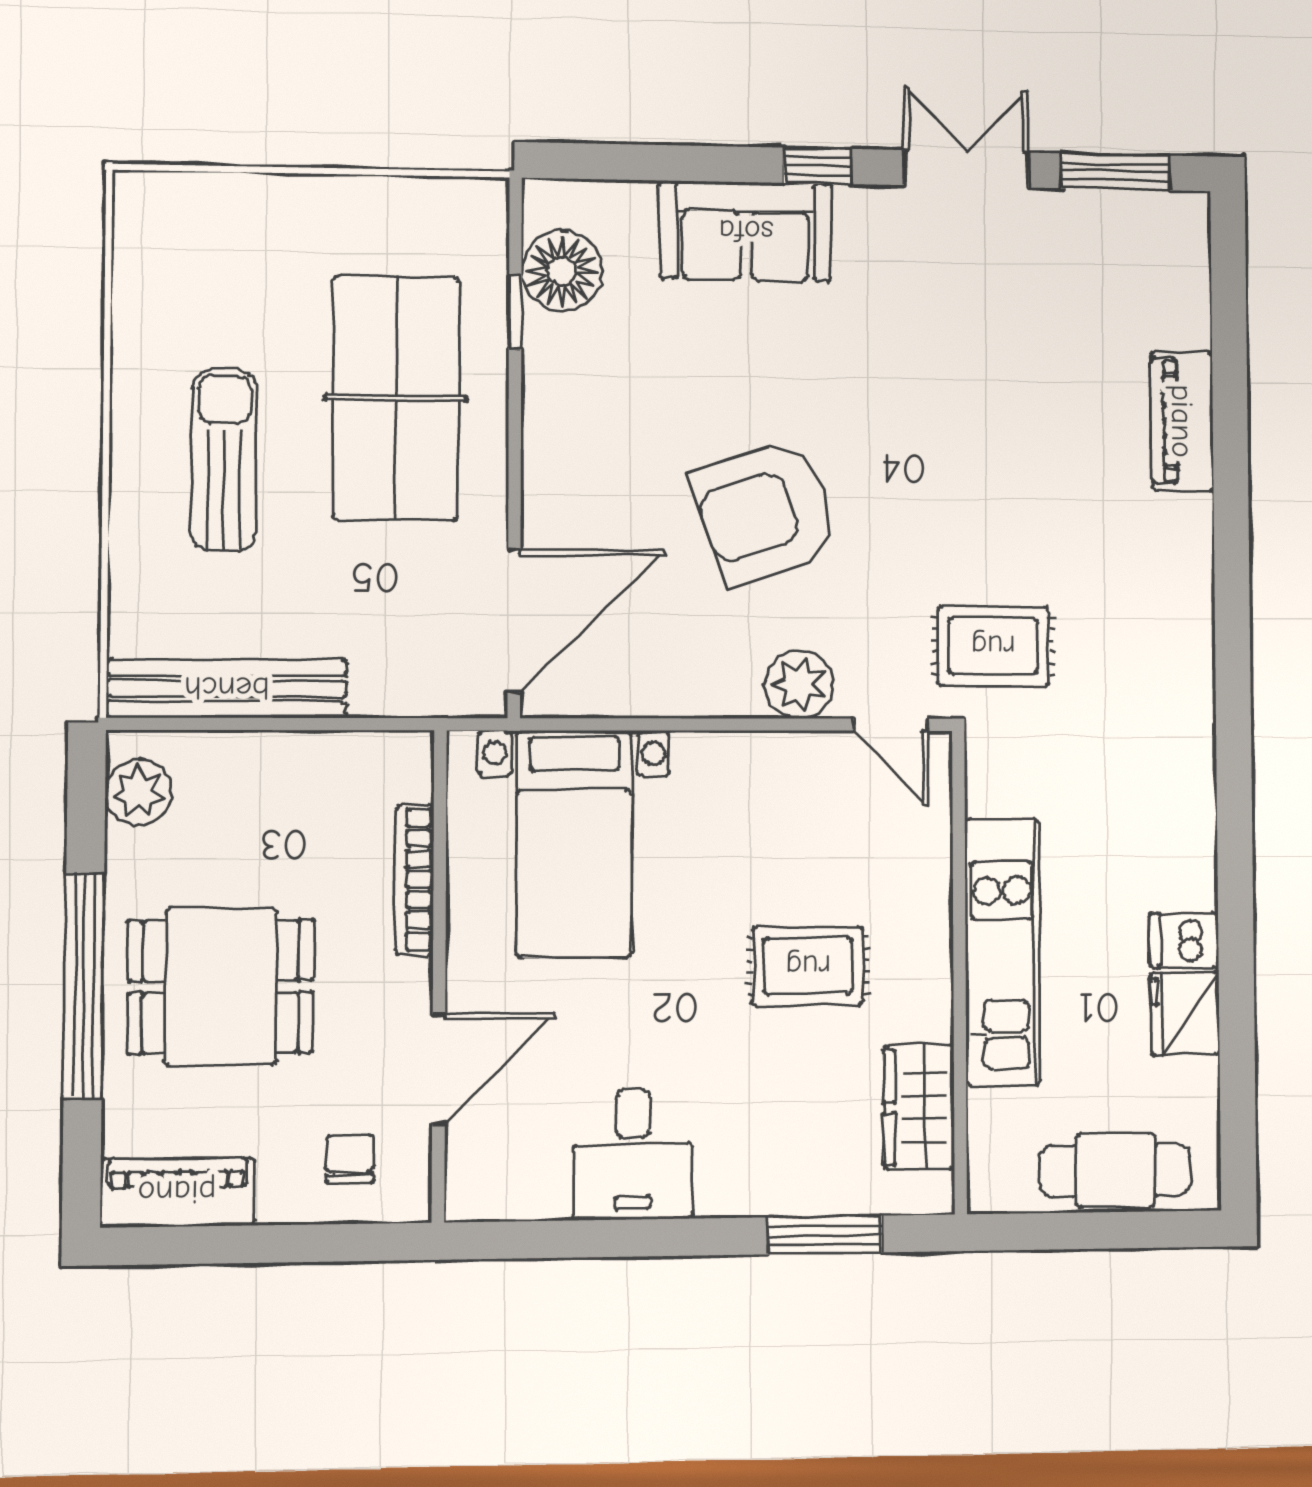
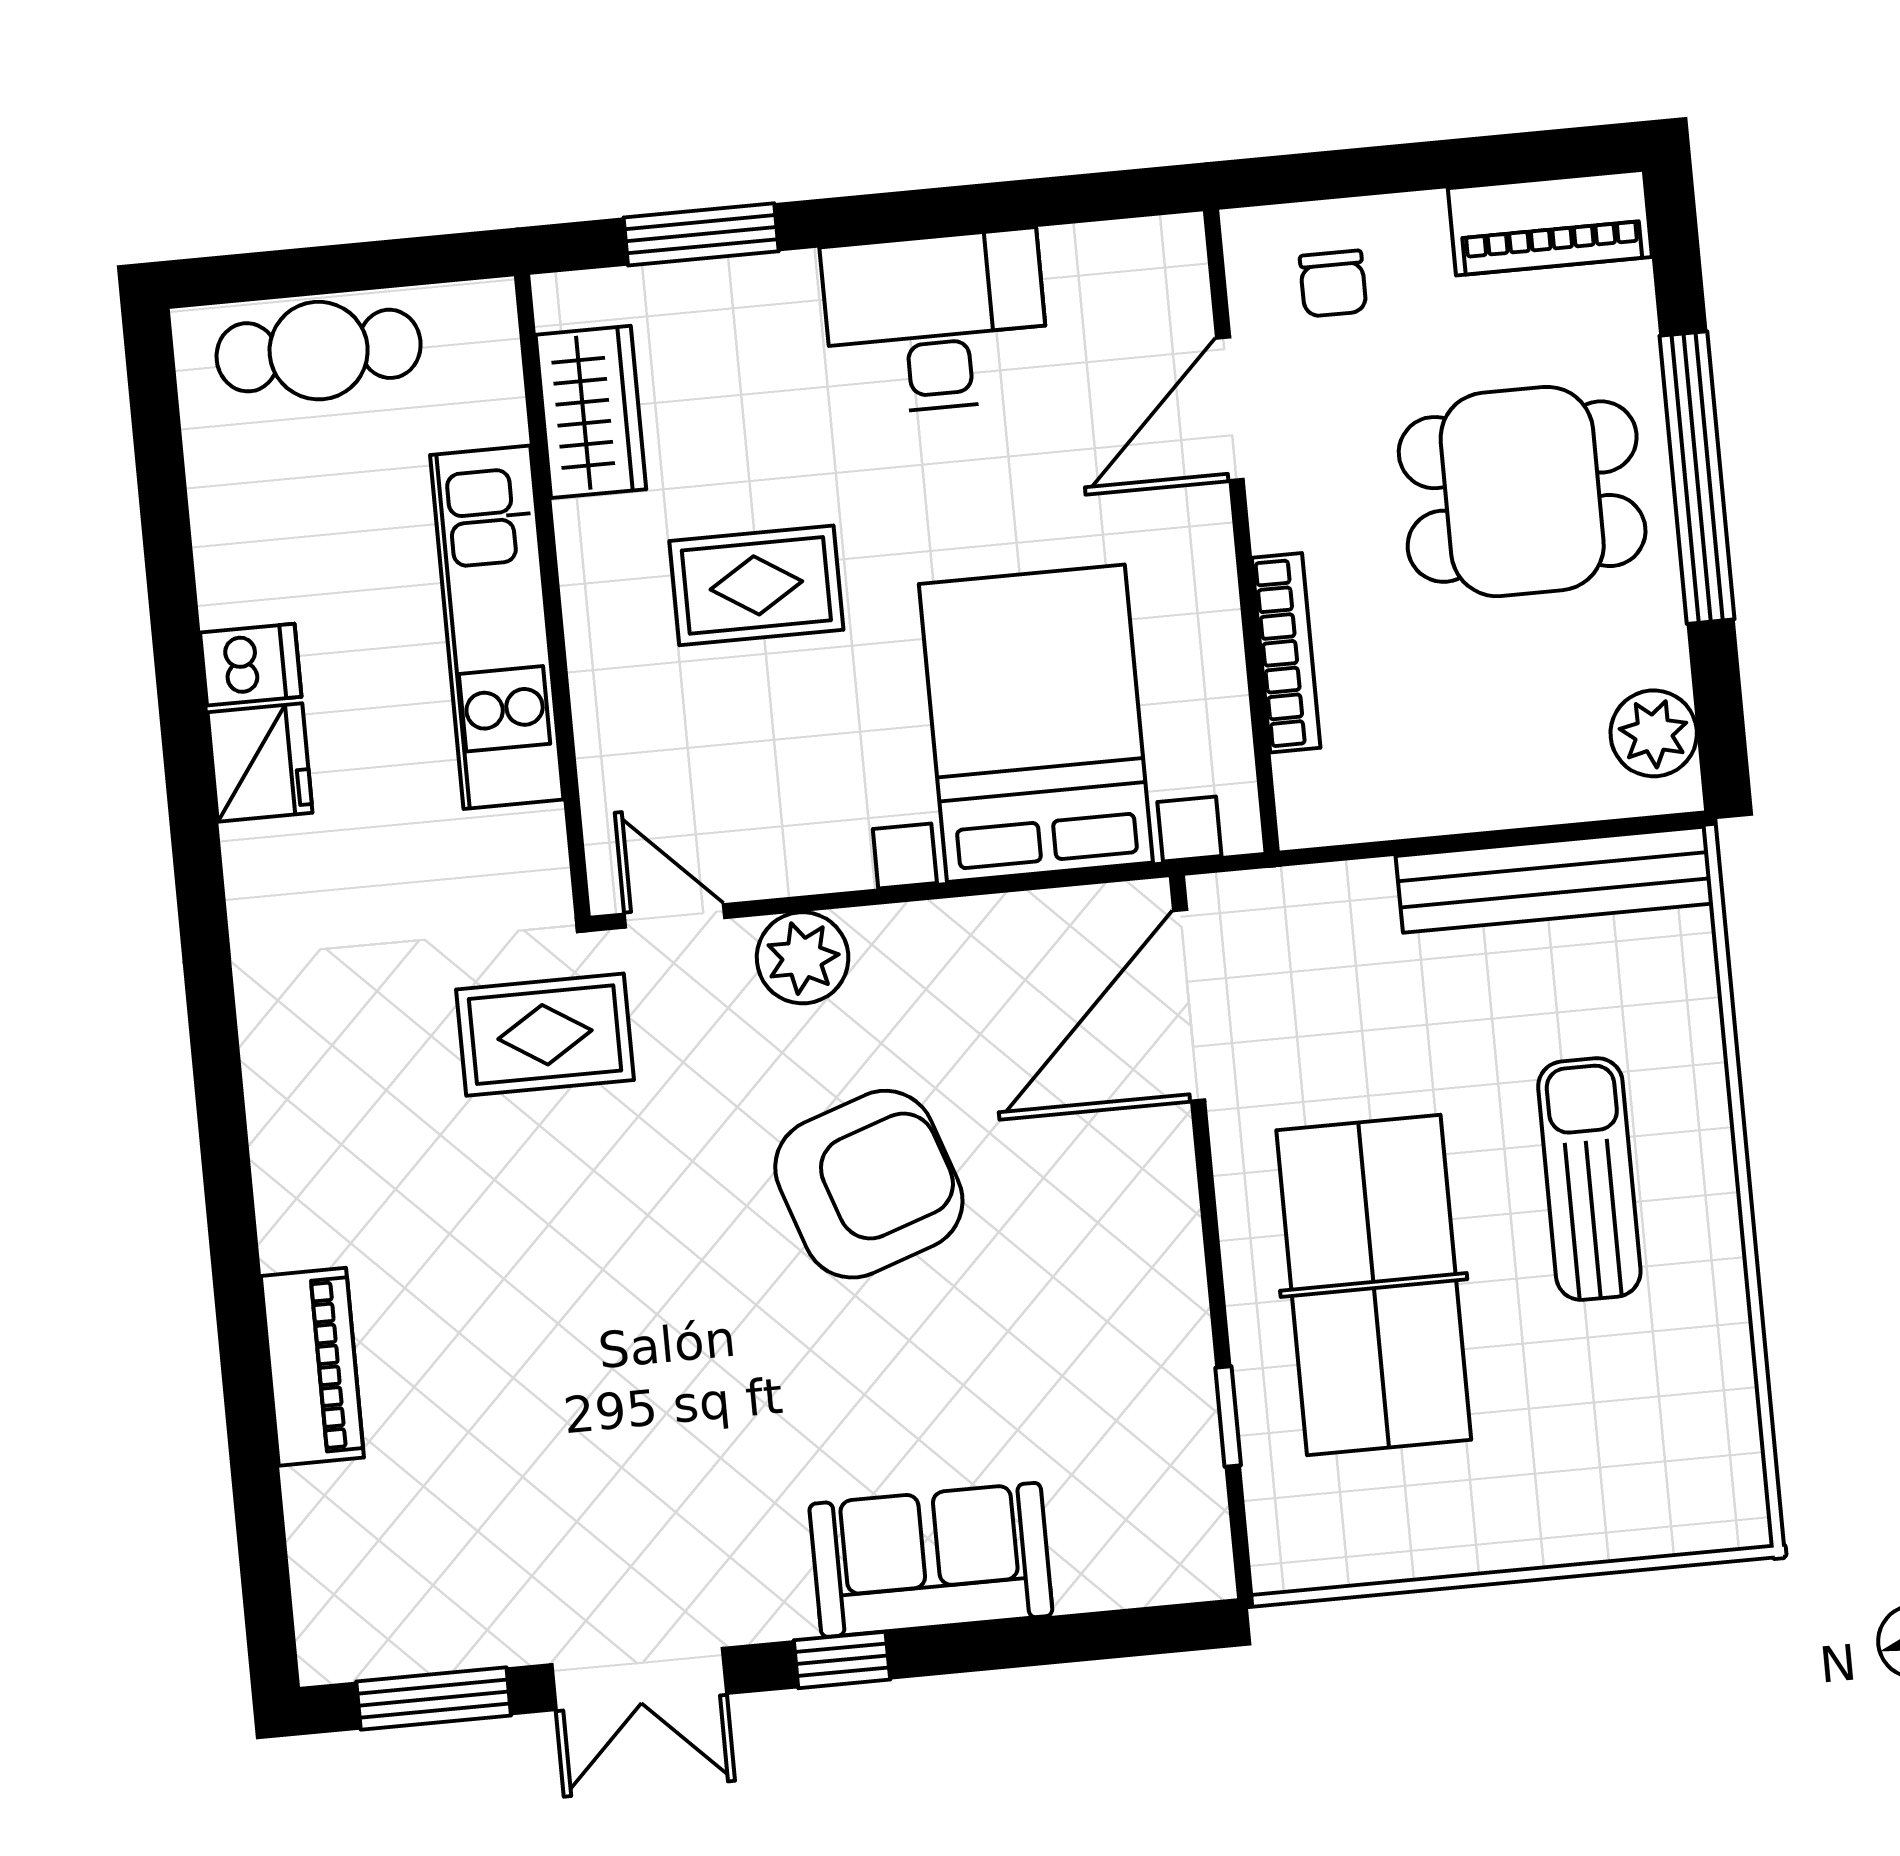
floor lamp: (562, 271) -> (1171, 1479), removed
sun lounger: (224, 460) -> (1589, 1179), turned 180
bed with nightstands: (574, 844) -> (1036, 723), width x1.36
fridge: (1185, 1013) -> (260, 762), moved
desk: (633, 1154) -> (936, 322), width x1.37

